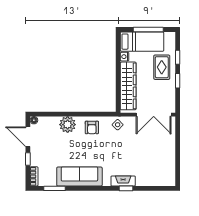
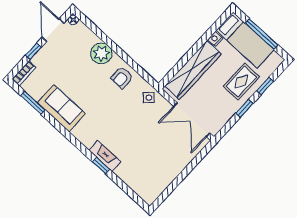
sofa: (79, 177) -> (61, 108), width x0.73

